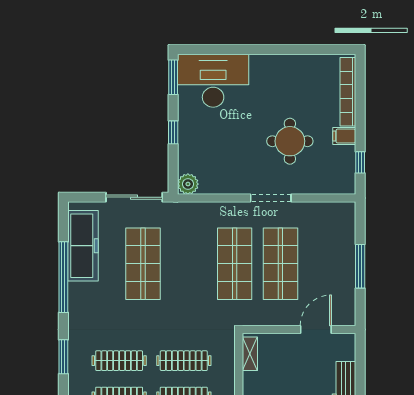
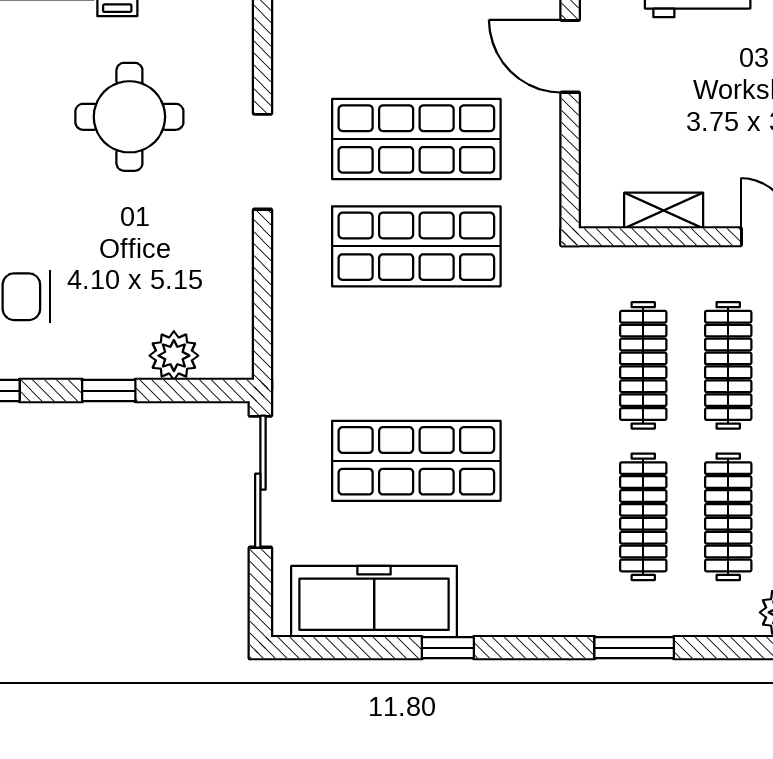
plant: (188, 184) -> (174, 356), moved
window: (63, 277) -> (448, 648), width x0.32
shelving: (250, 354) -> (664, 211), moved

